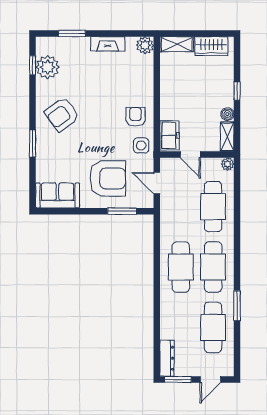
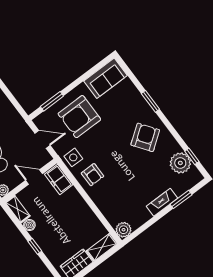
fireplace: (108, 44) -> (162, 202), moved

